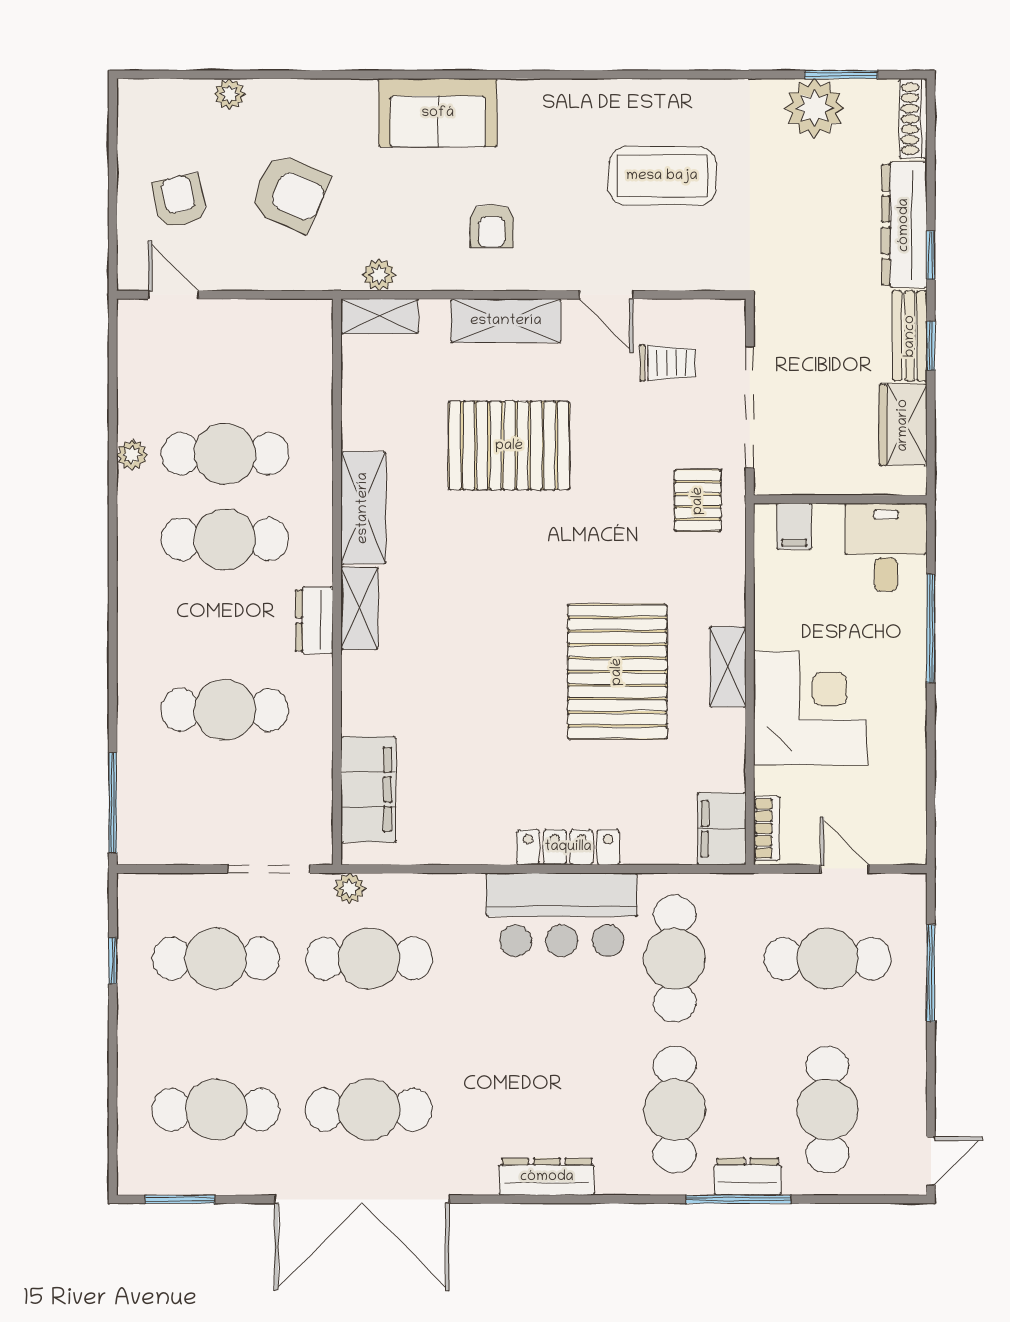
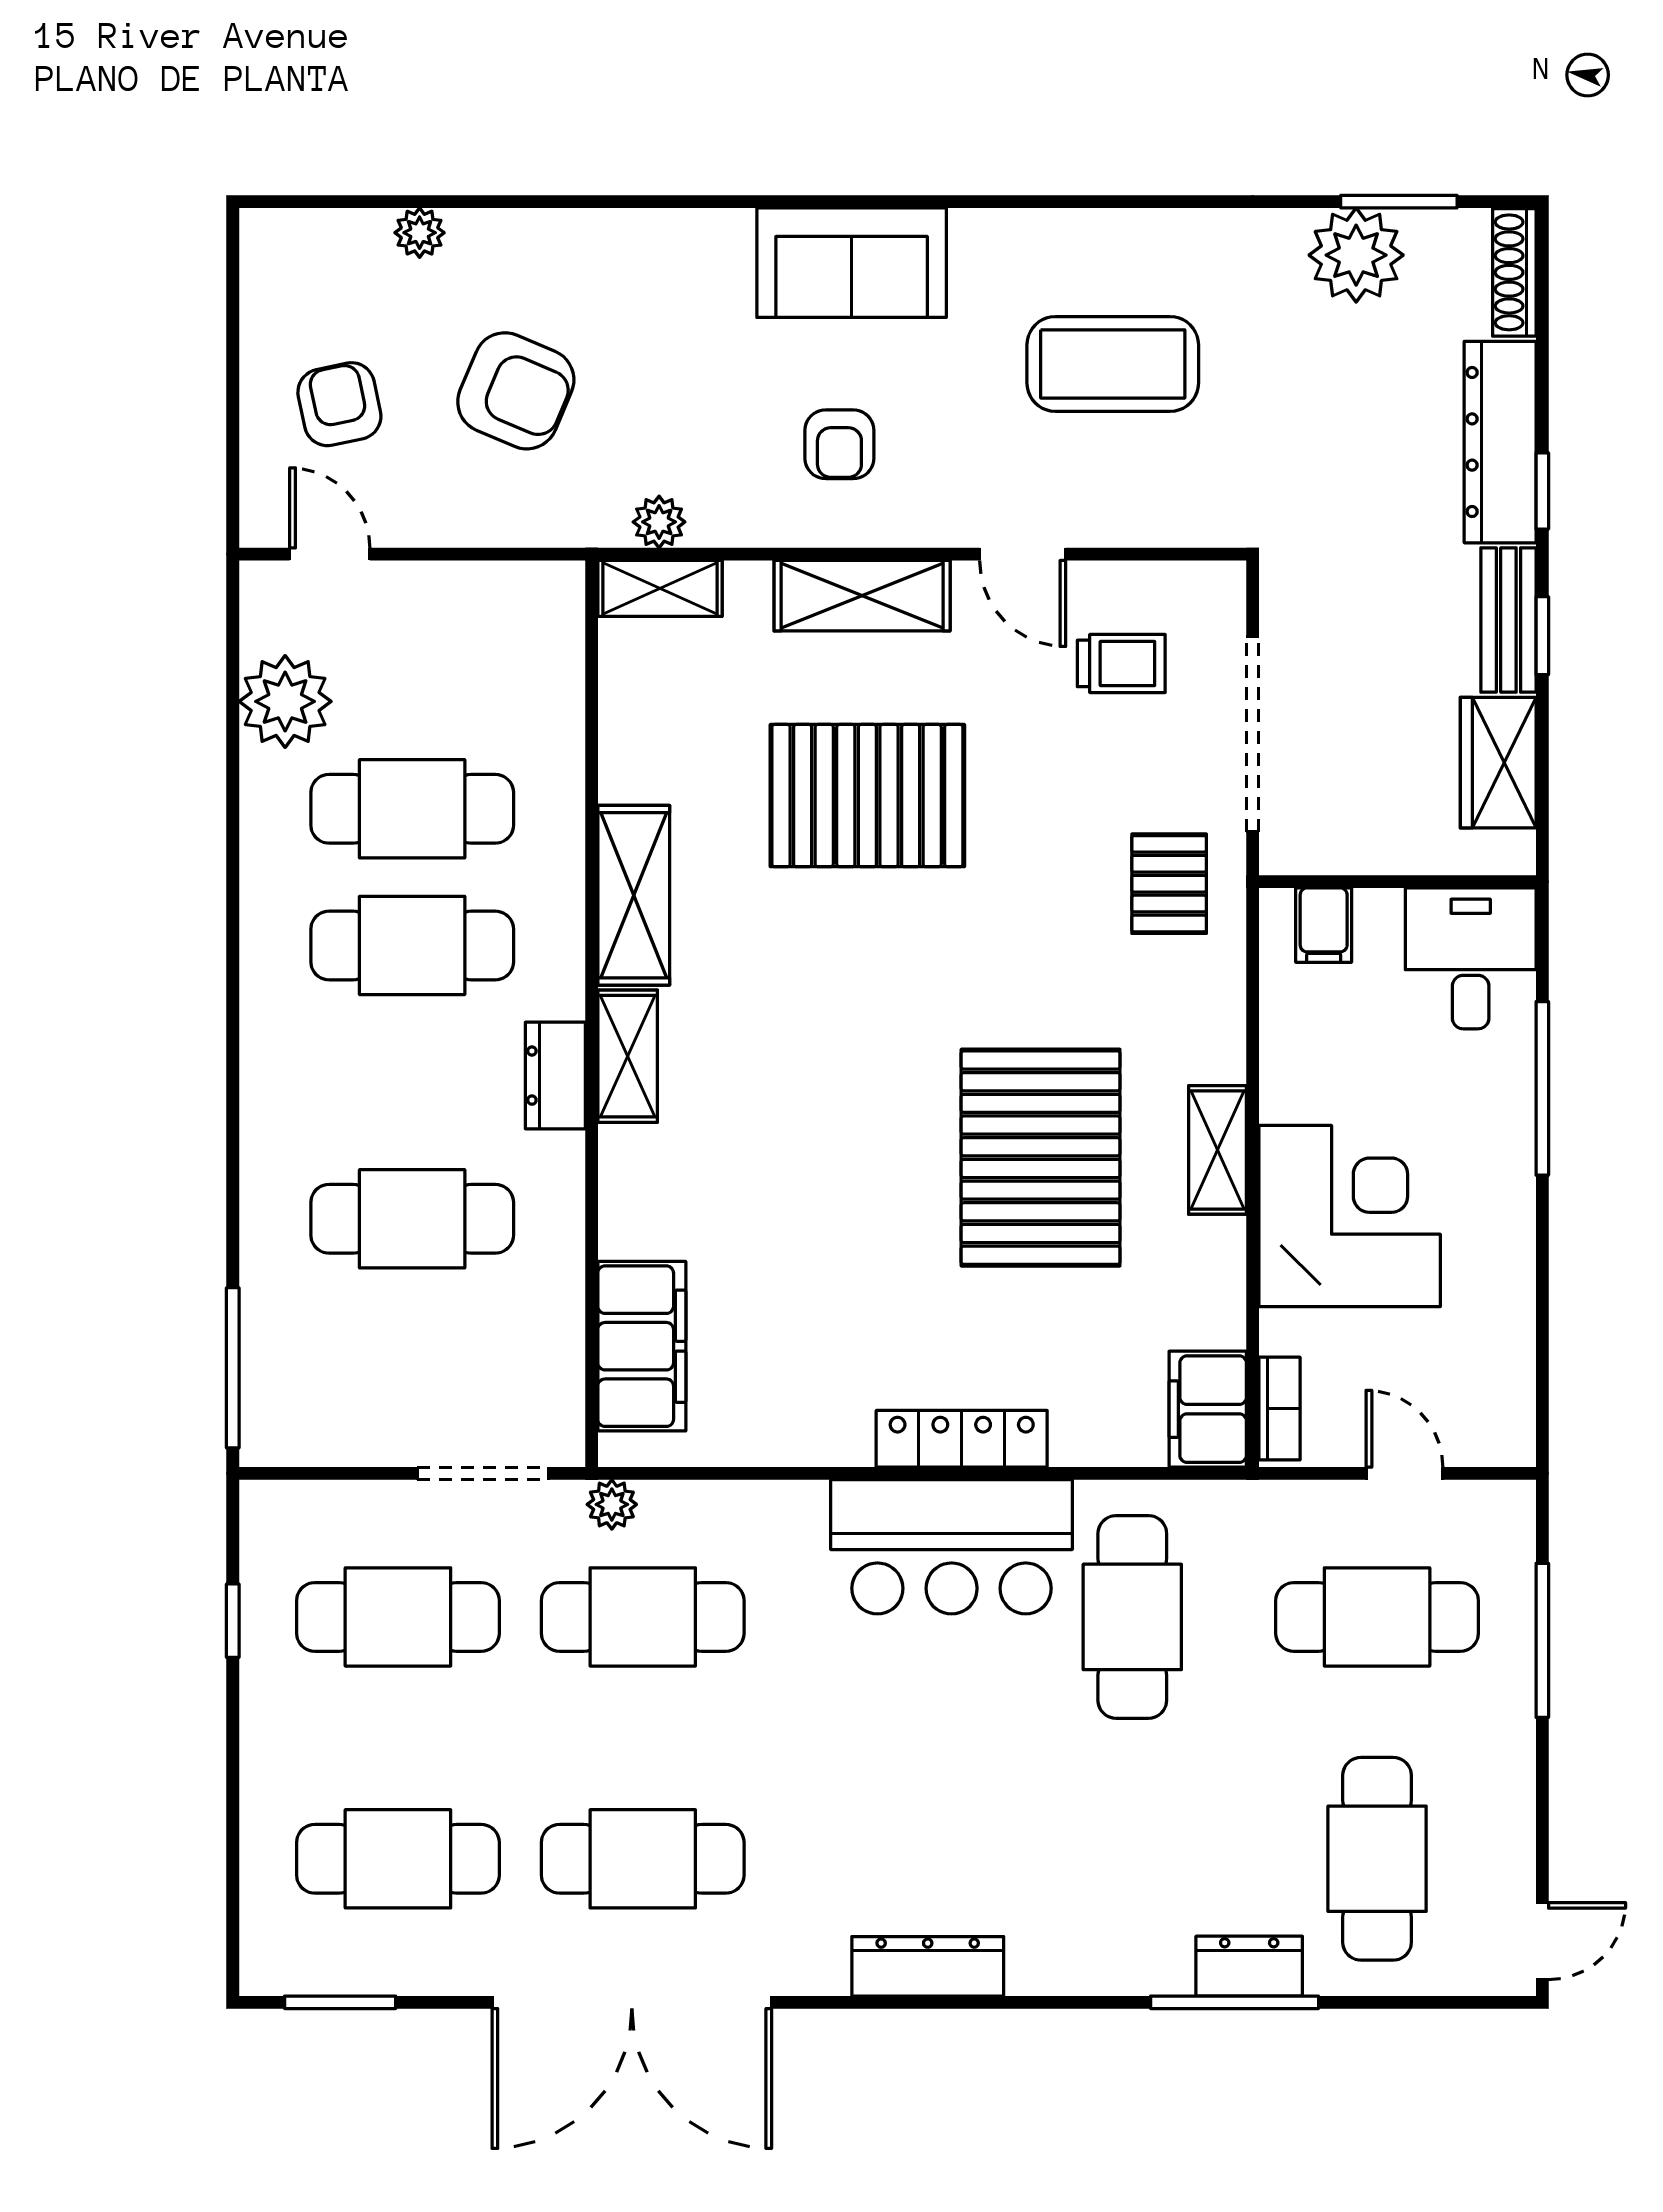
sofa: (438, 113) -> (852, 263), moved
plant: (132, 455) -> (285, 701), moved, width x1.88, depth x1.88
cafe table: (675, 1110) -> (1132, 1859), removed

